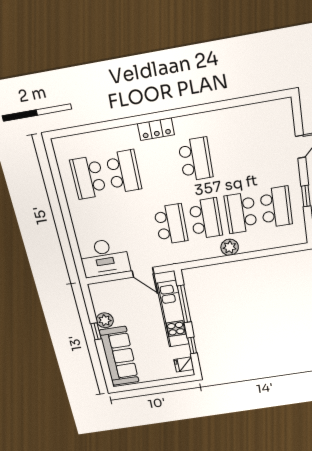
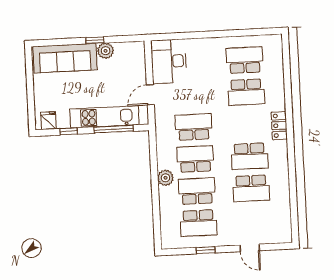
school desk: (232, 153) -> (251, 188), added
school desk: (206, 219) -> (195, 159), turned 180
school desk: (171, 224) -> (194, 127), turned 180

